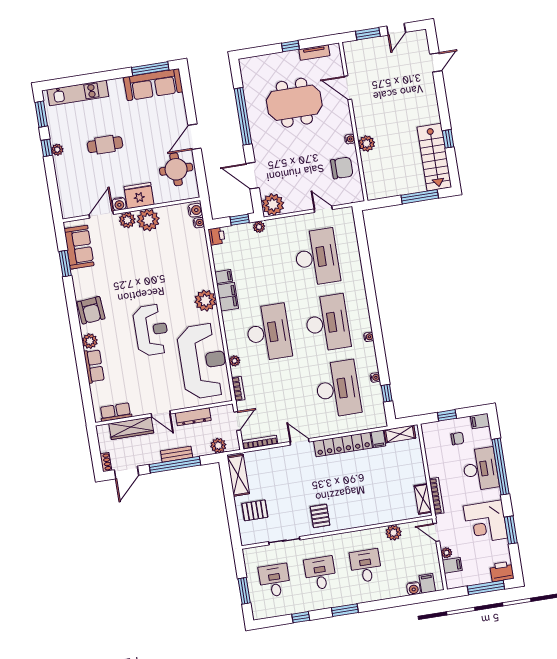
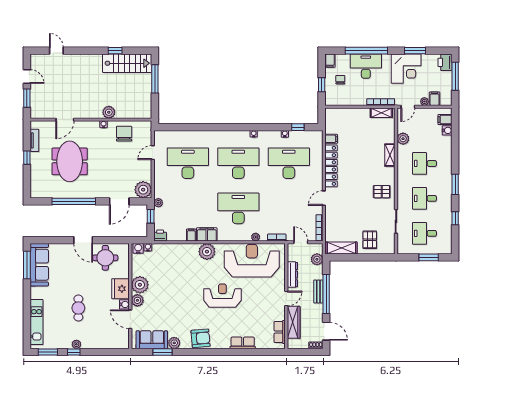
plant: (90, 341) -> (174, 343), moved
shelving: (400, 434) -> (390, 155), moved

